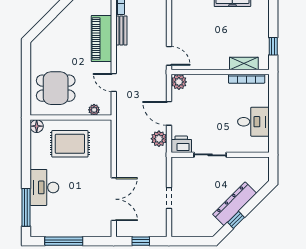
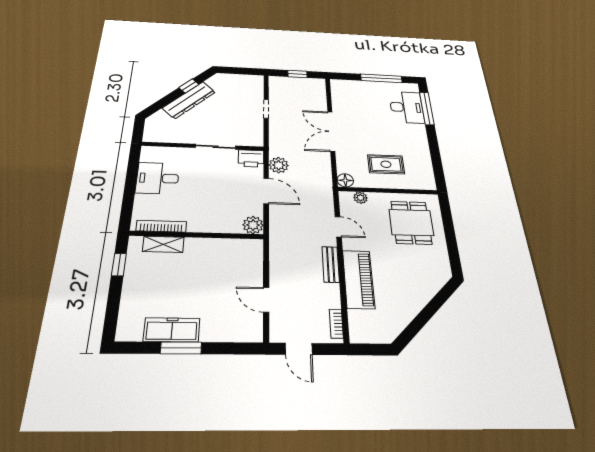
bench: (121, 30) -> (331, 264), moved
door: (169, 56) -> (266, 300), moved
dining table: (56, 88) -> (411, 223), turned 90
floor lamp: (37, 126) -> (345, 180), moved
rug: (70, 144) -> (386, 164), width x0.73, depth x0.70
desk: (44, 187) -> (407, 107), moved
double door: (114, 199) -> (331, 131), moved

